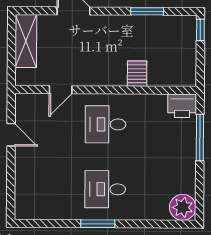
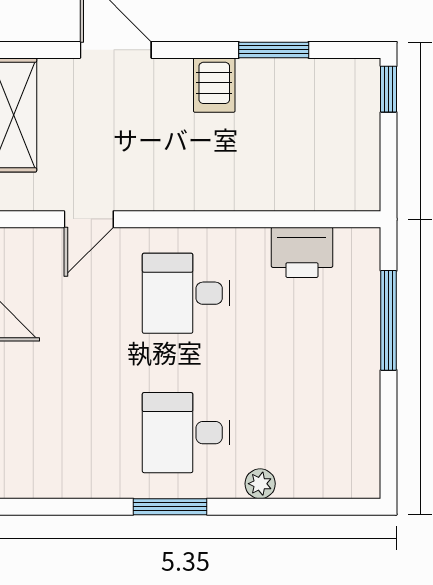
server rack: (137, 74) -> (214, 85), moved, turned 180
printer: (182, 106) -> (302, 252), moved
plant: (183, 207) -> (260, 484), moved, width x0.53, depth x0.53

